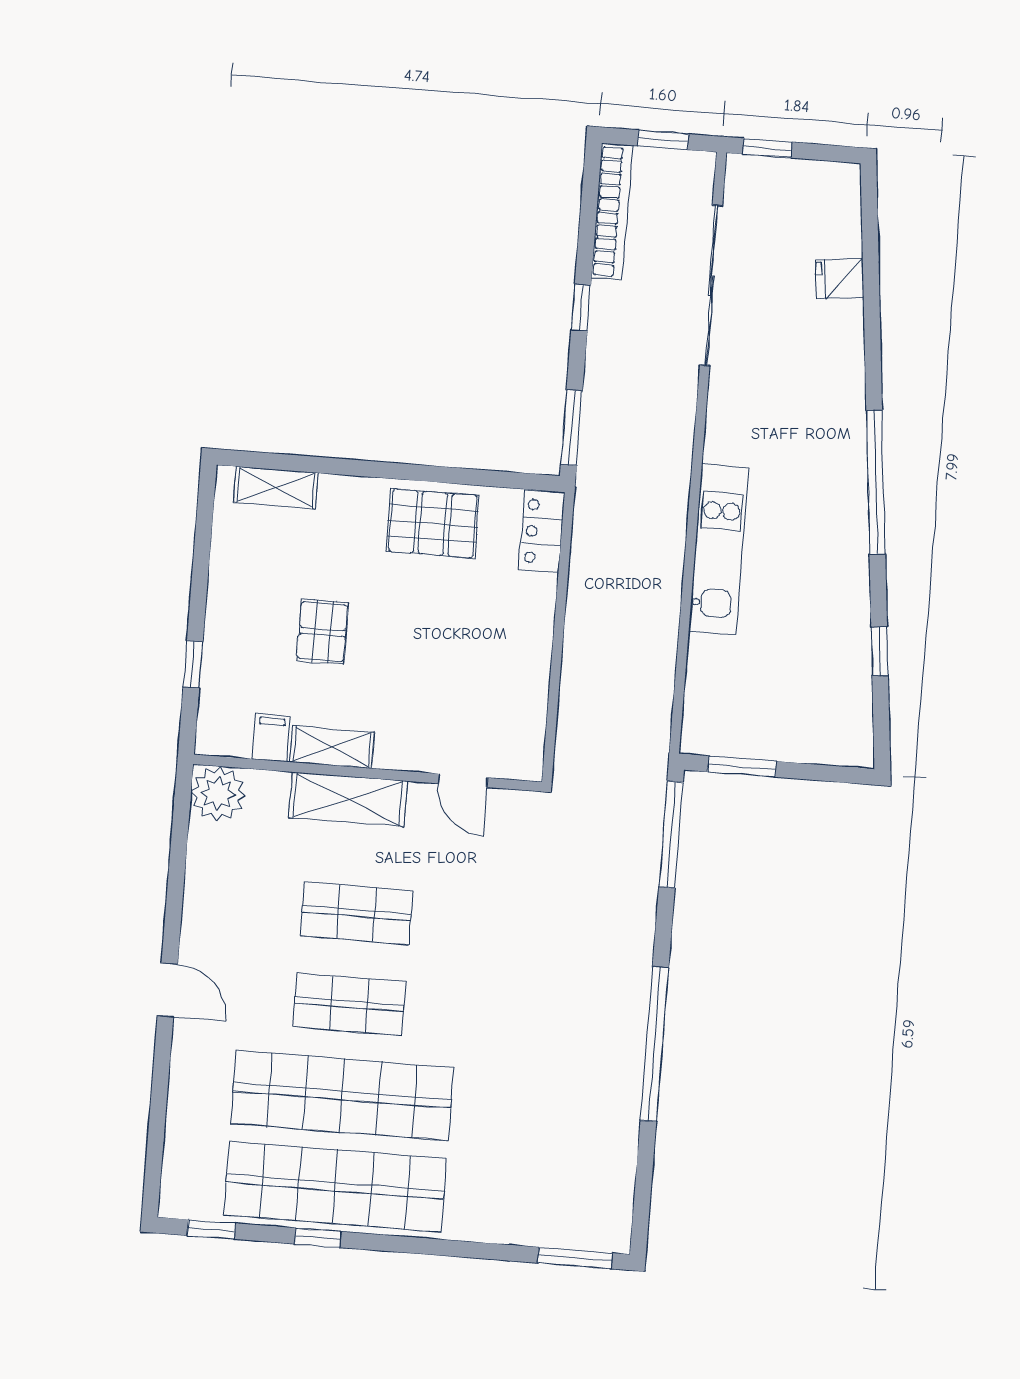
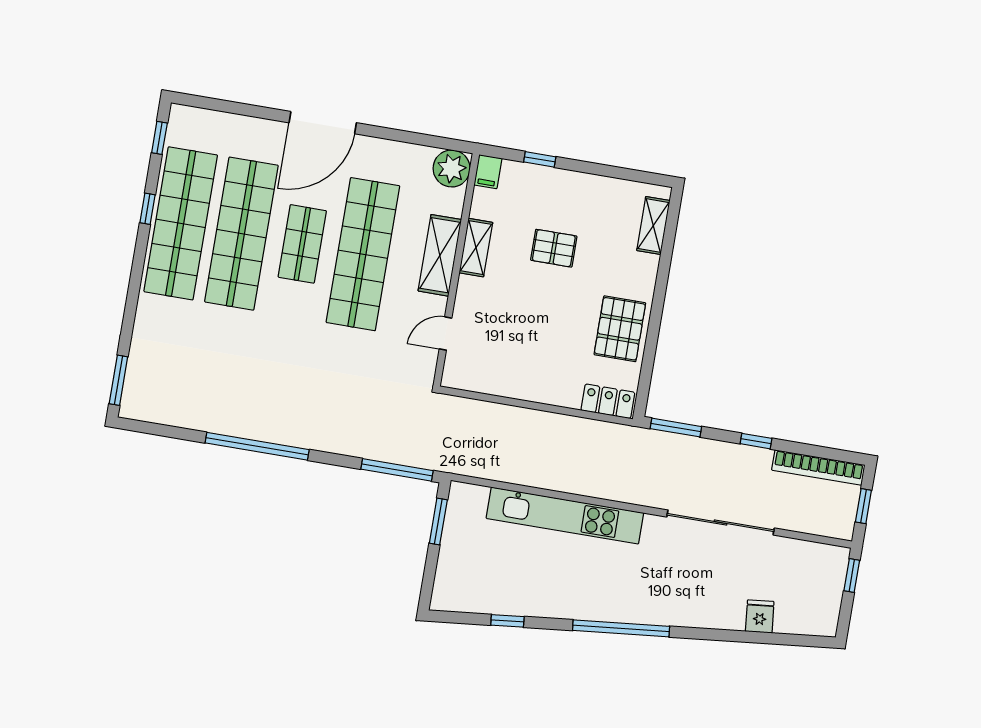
sliding door: (711, 285) -> (721, 522), moved
kitchen unit: (719, 550) -> (565, 516), width x1.36
filing cabinet: (271, 738) -> (488, 172), moved, turned 90
shop shelf: (357, 913) -> (363, 254), width x2.00, depth x1.36
door: (167, 990) -> (323, 123), width x1.88

